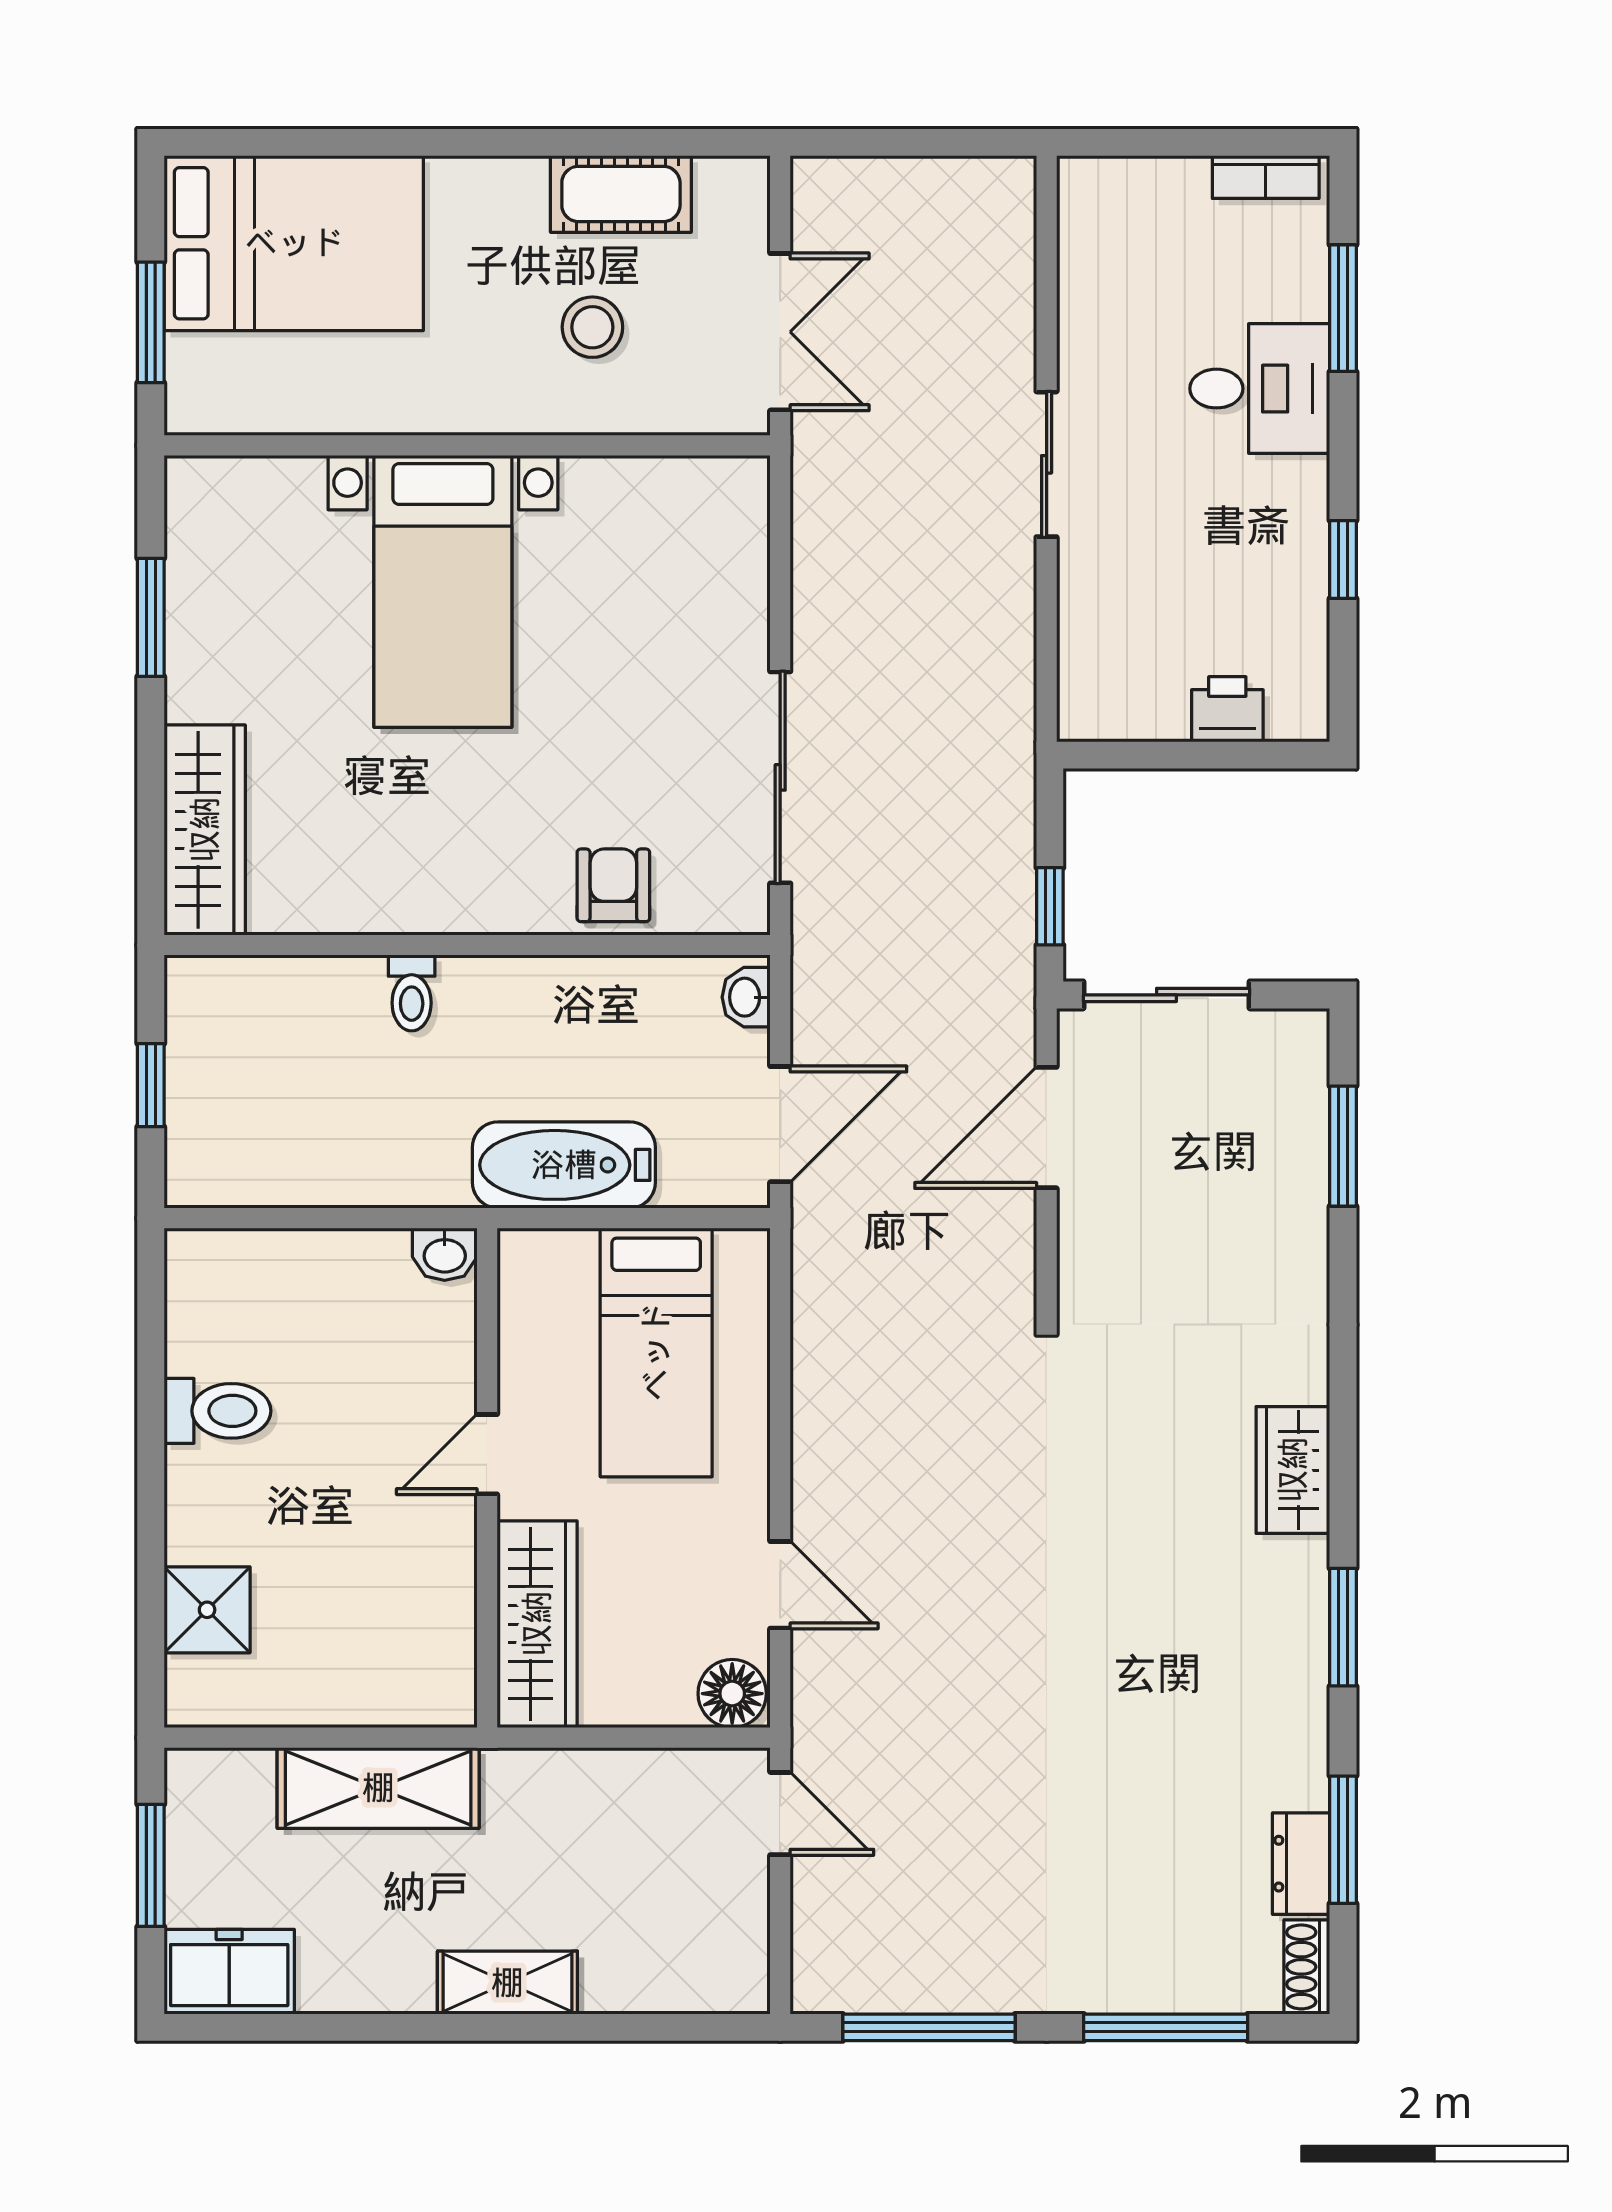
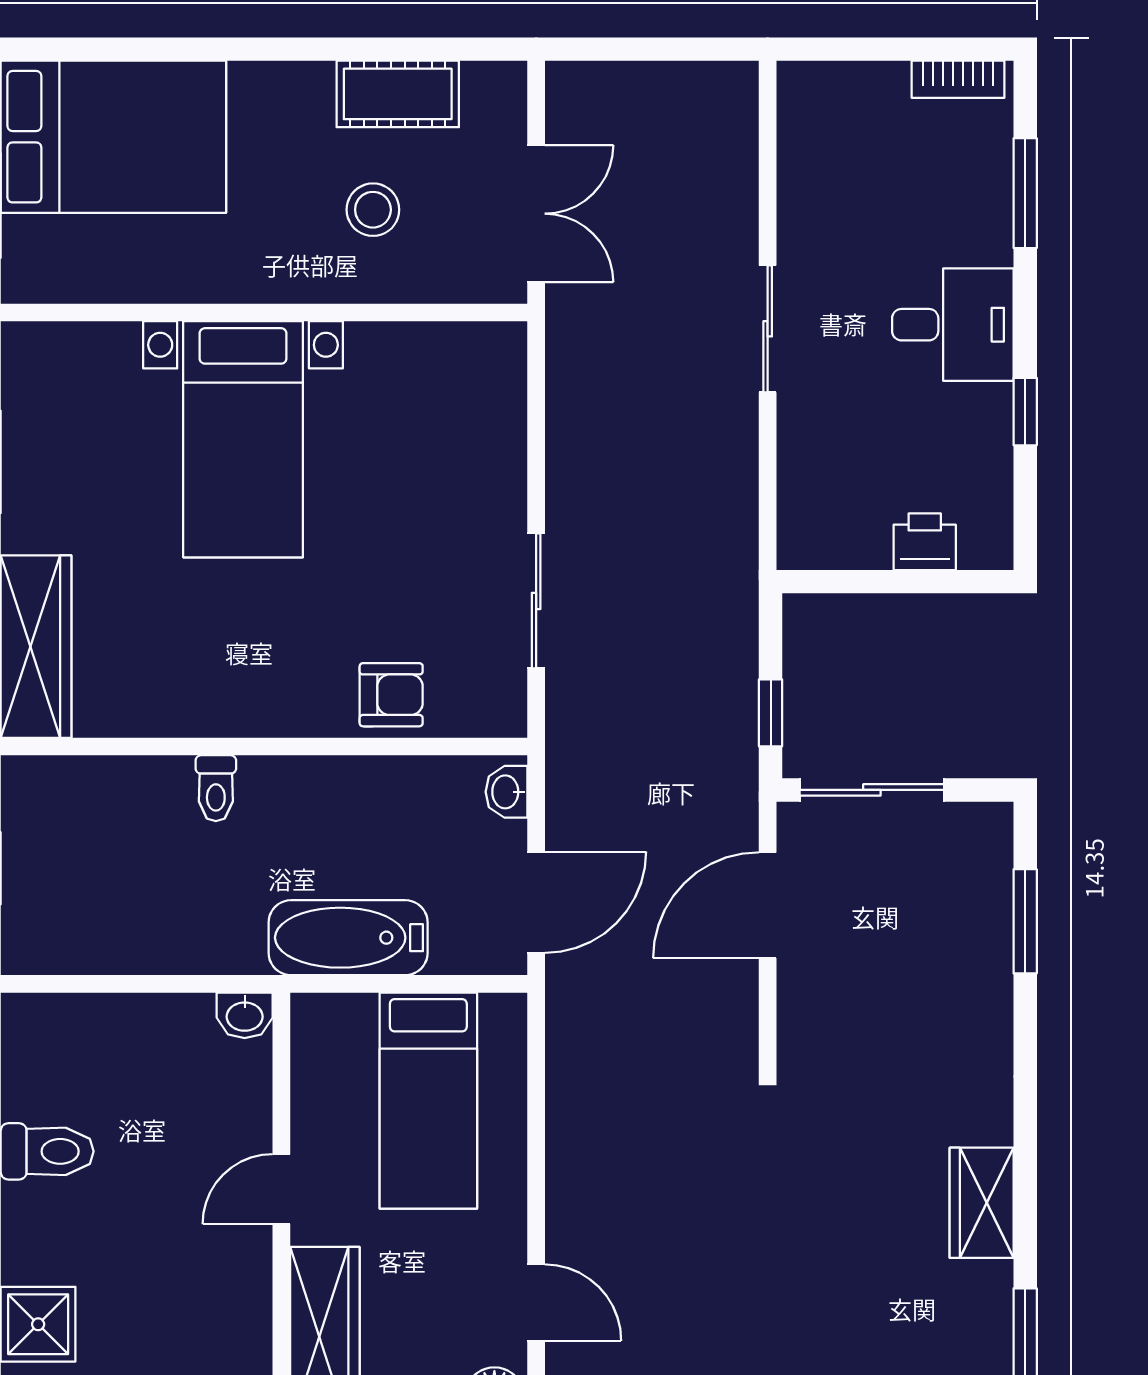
desk: (1260, 389) -> (953, 325), moved
sliding door: (780, 777) -> (536, 601), width x0.73
armchair: (613, 885) -> (391, 695), turned 90

